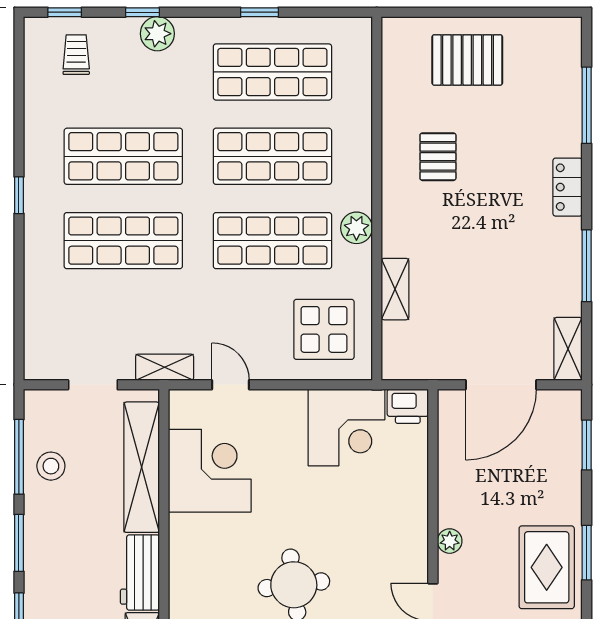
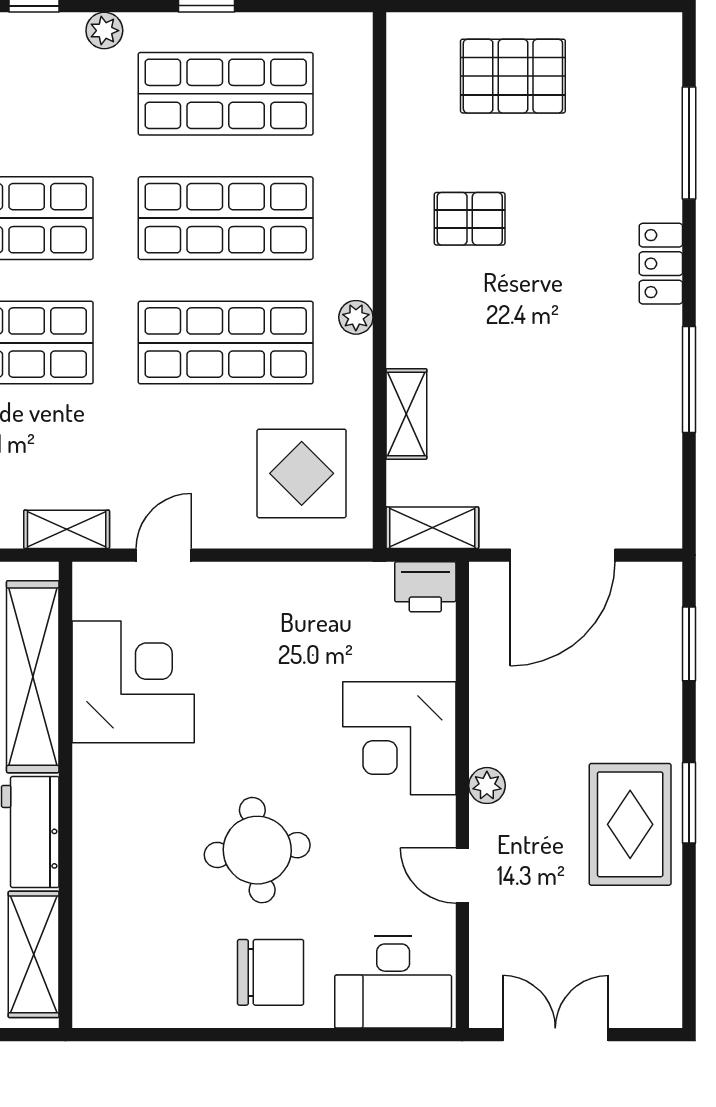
plant: (157, 34) -> (104, 31), moved, width x0.73, depth x0.73
pallet: (438, 157) -> (470, 219), turned 90
plant: (356, 228) -> (356, 317), width x0.73, depth x0.73
shelving: (568, 349) -> (432, 528), moved, turned 90
door: (231, 385) -> (164, 555), hinge flipped
corner desk: (346, 427) -> (399, 738), moved, turned 90

